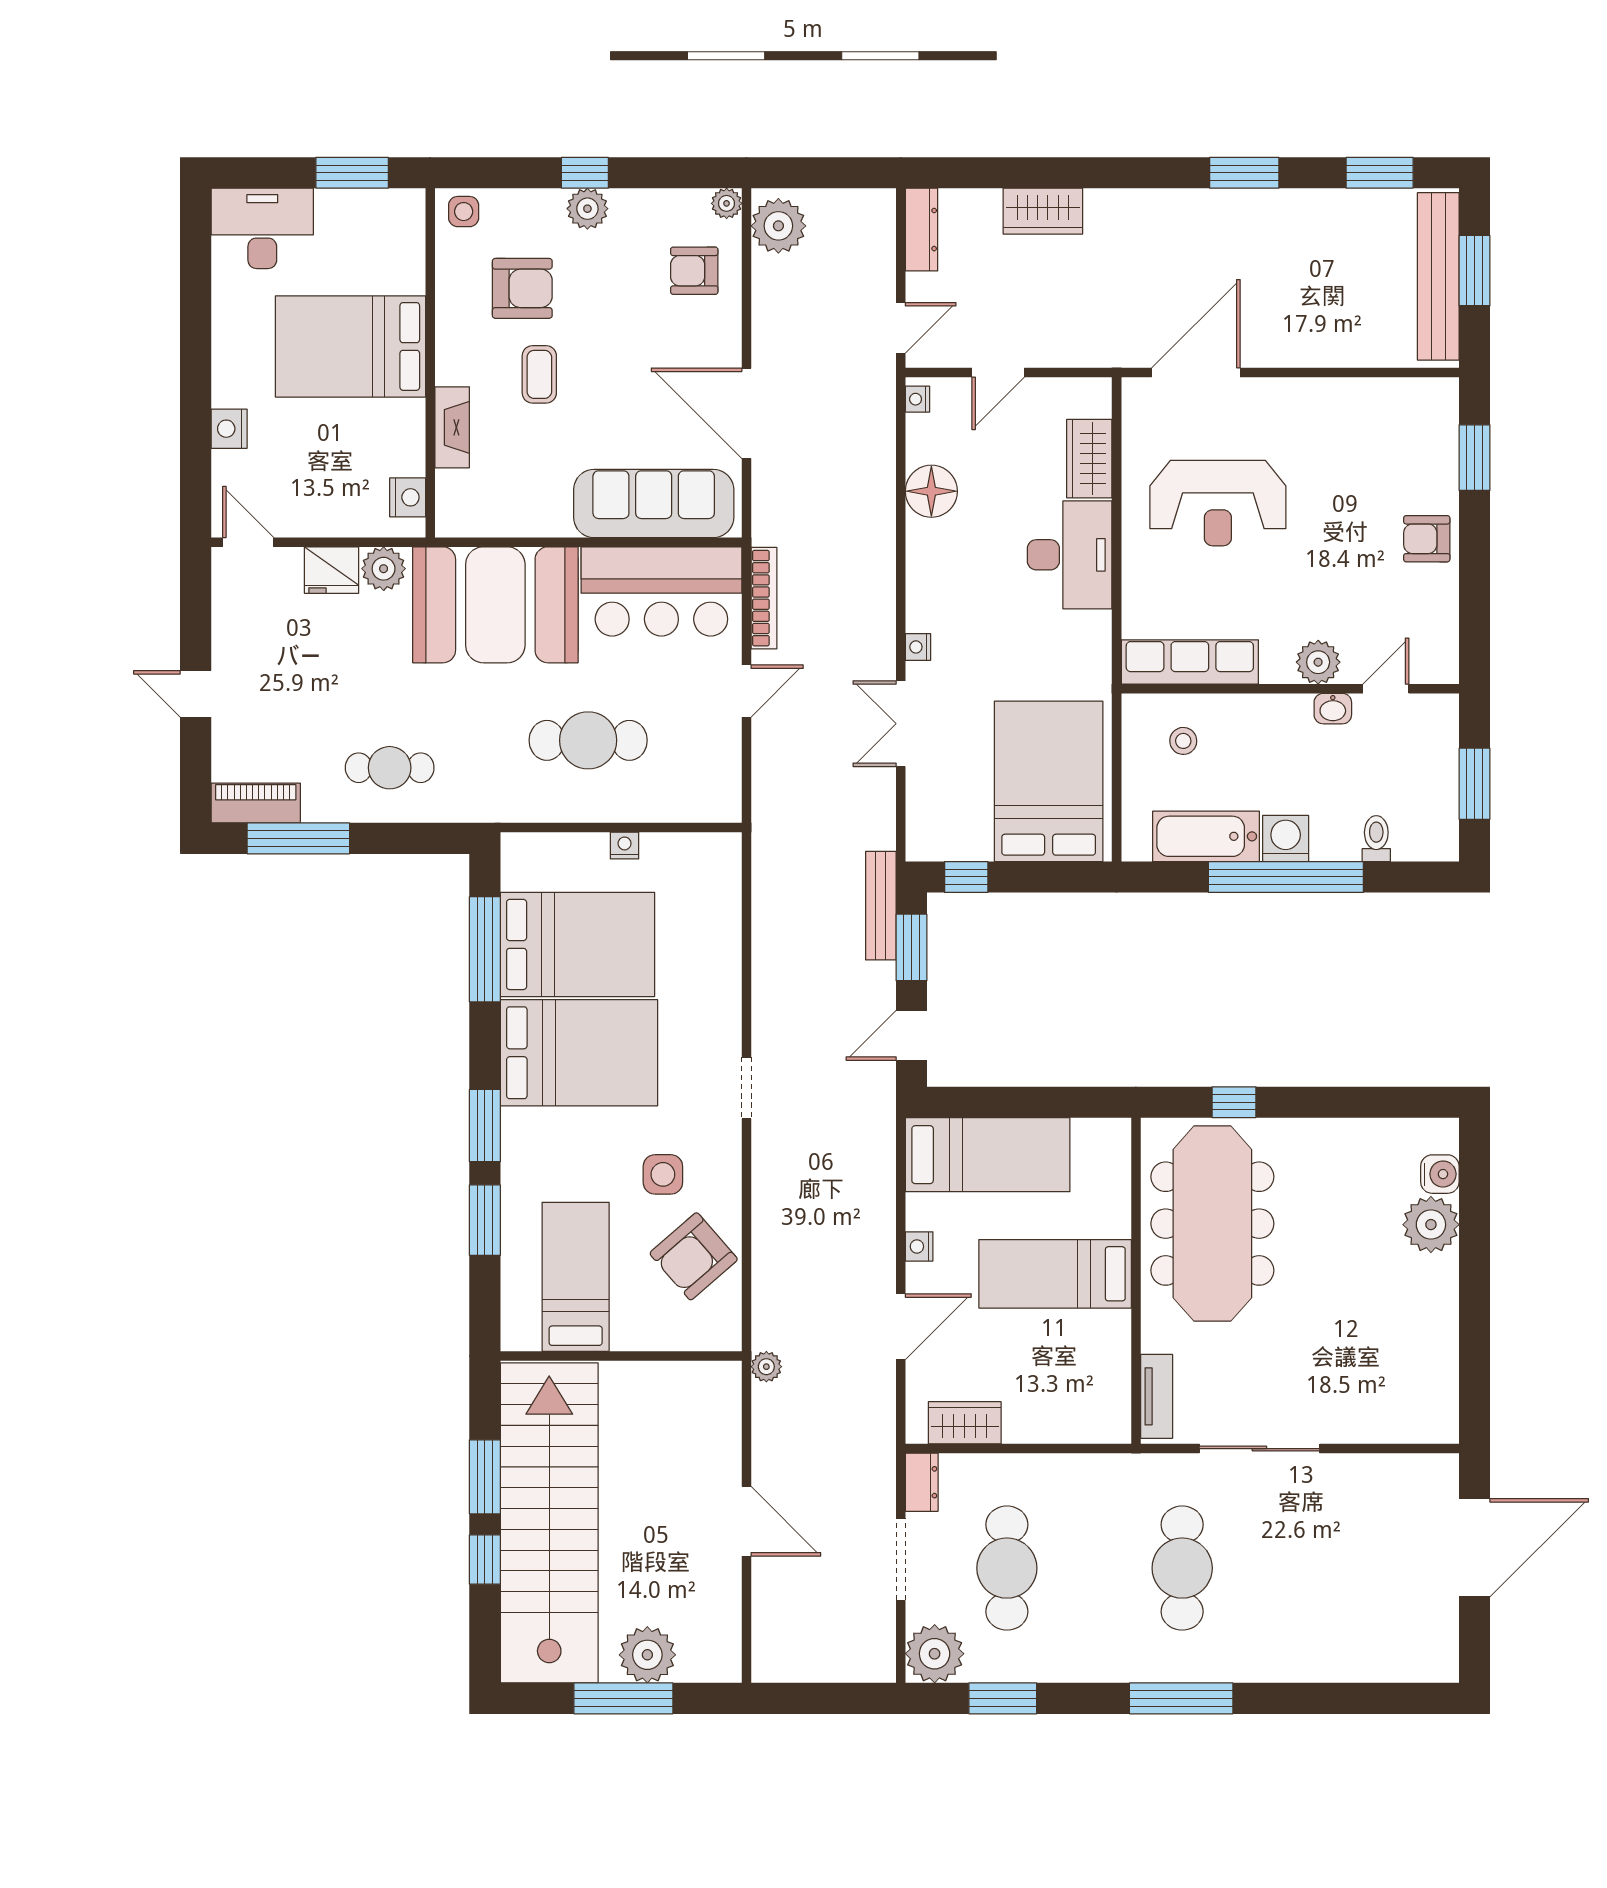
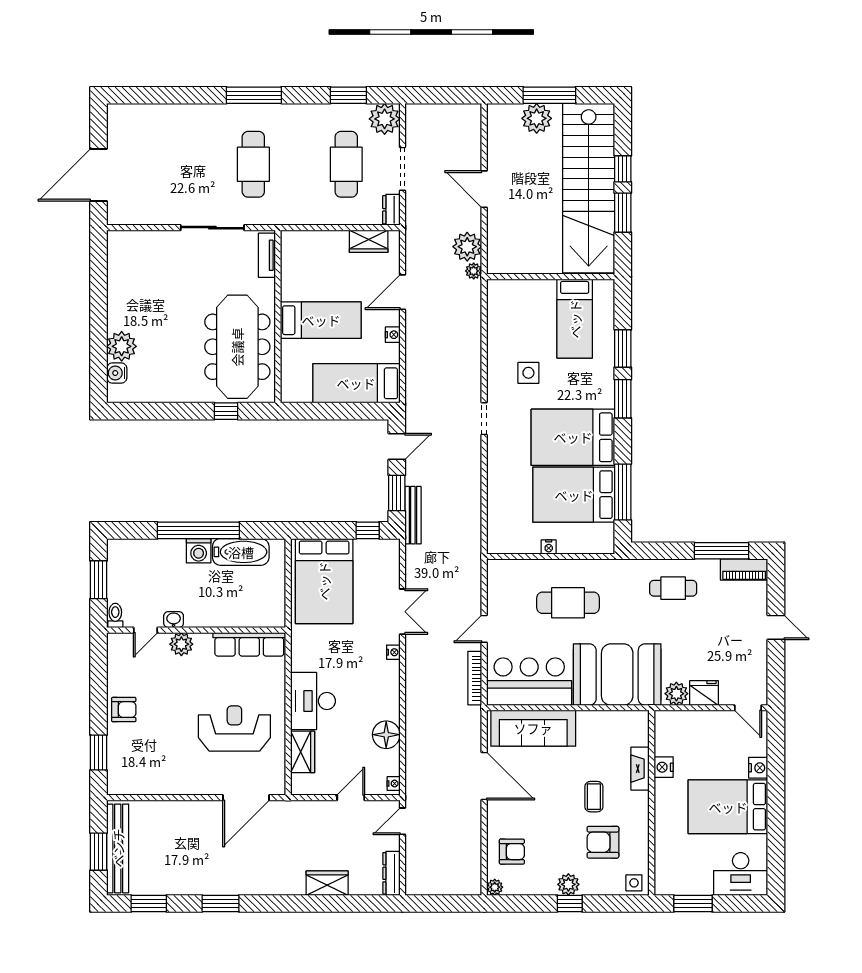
plant: (778, 226) -> (467, 247), moved
bed: (350, 346) -> (728, 807), moved, turned 180
nightstand: (408, 497) -> (664, 767), moved
stool: (1183, 741) -> (253, 602), removed
toilet: (1376, 839) -> (115, 615), moved, turned 180
armchair: (694, 1256) -> (512, 329), removed

